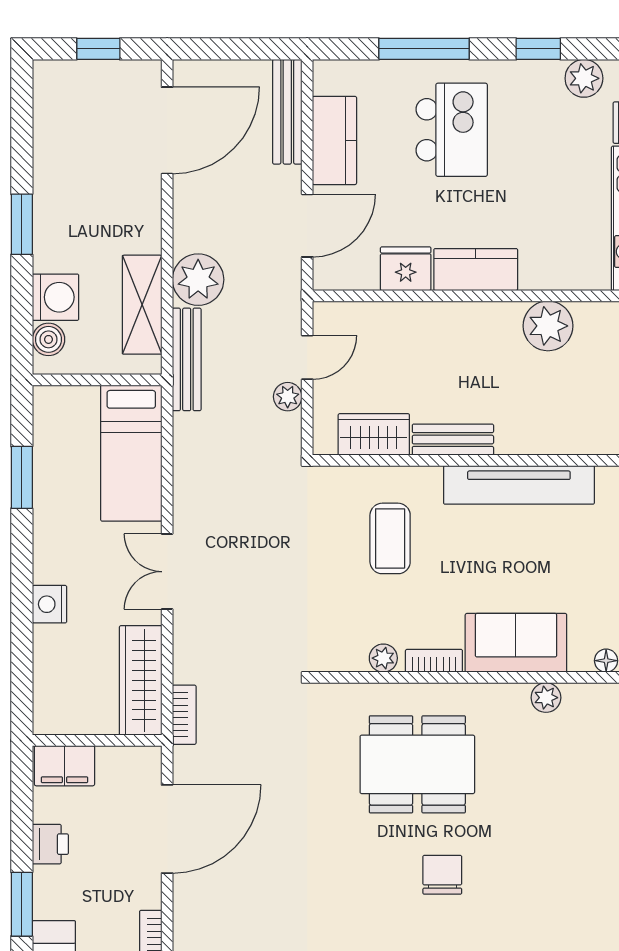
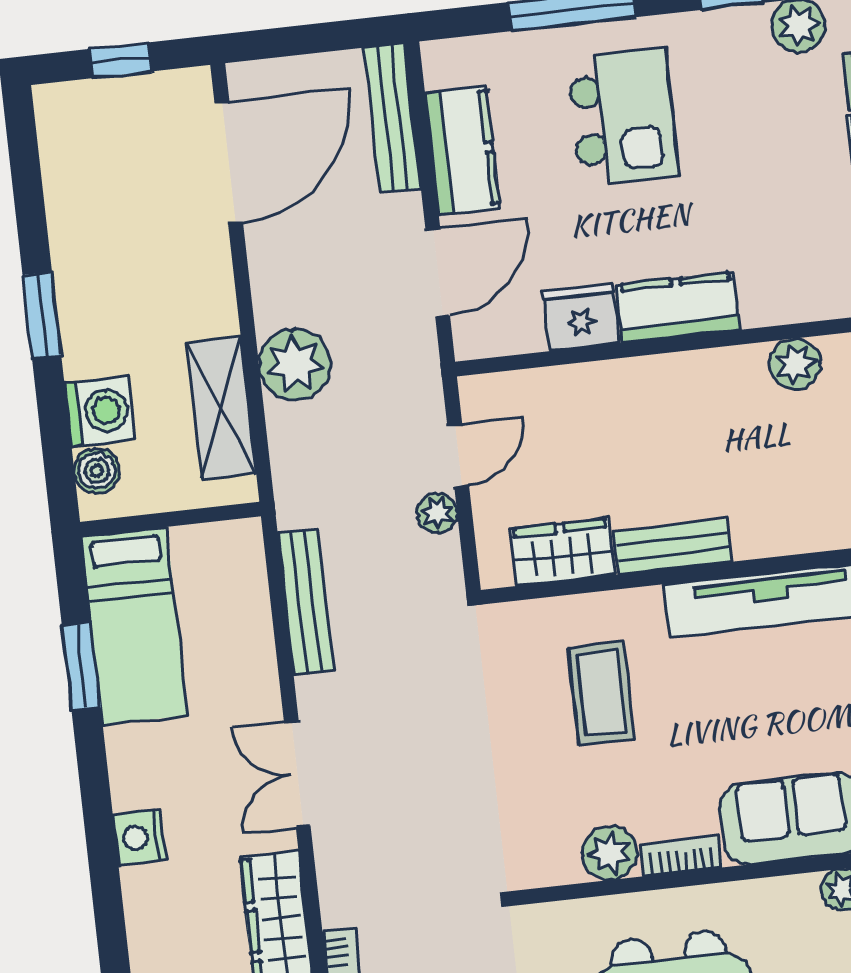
plant: (548, 326) -> (795, 364), width x0.73, depth x0.73
bench: (187, 359) -> (306, 602), moved
bed: (131, 453) -> (134, 626), moved
plant: (383, 658) -> (610, 853), width x1.38, depth x1.38

